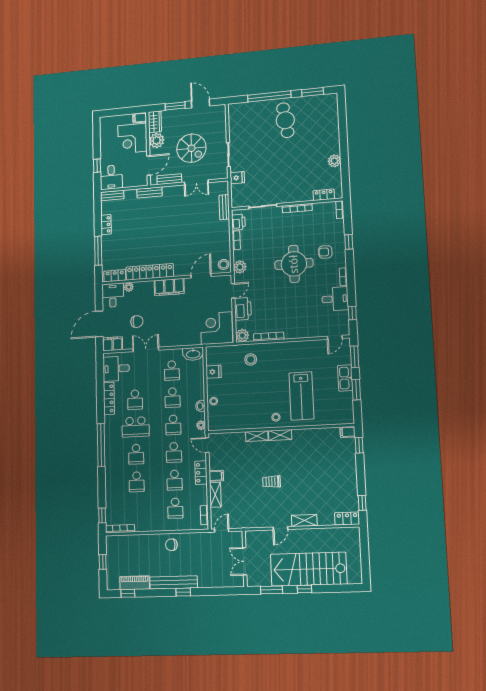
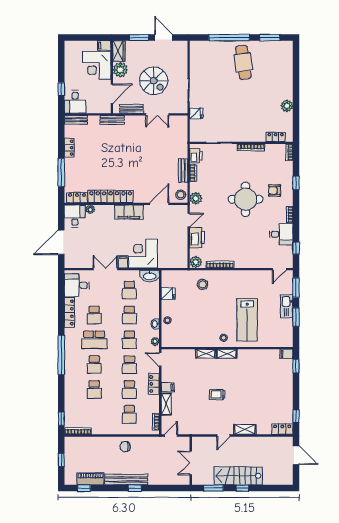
bench: (224, 207) -> (183, 171), moved
chair: (137, 322) -> (97, 243), removed
corner desk: (216, 328) -> (143, 254), moved
filing cabinet: (113, 344) -> (123, 262), moved, width x0.50
door: (365, 549) -> (296, 455), added
stairs: (309, 569) -> (238, 476), width x0.73, depth x0.66

